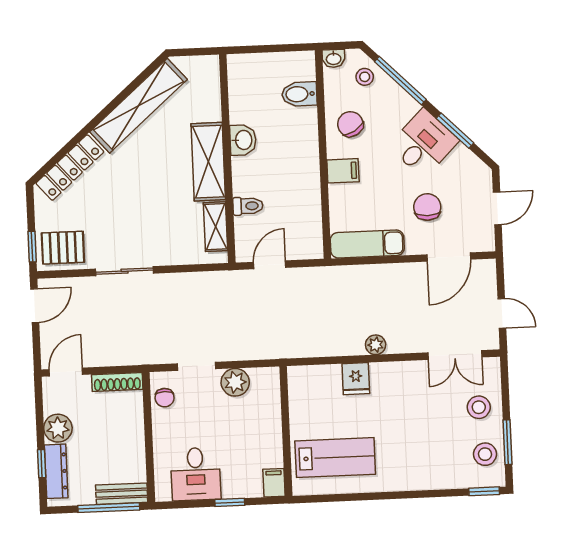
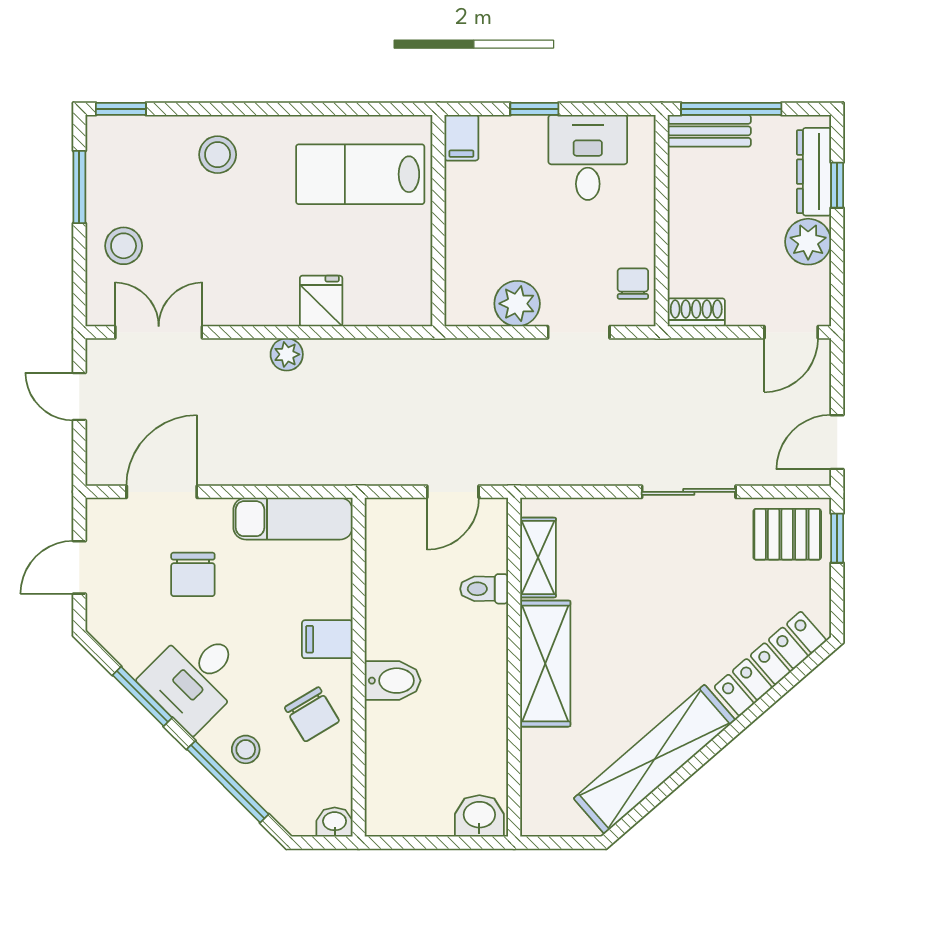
stool: (365, 77) -> (246, 749), moved
bidet: (299, 94) -> (393, 681), moved
washbasin: (243, 140) -> (479, 816), moved, turned 90
shoe rack: (117, 382) -> (696, 312), width x0.70
stool: (485, 454) -> (218, 155), moved

